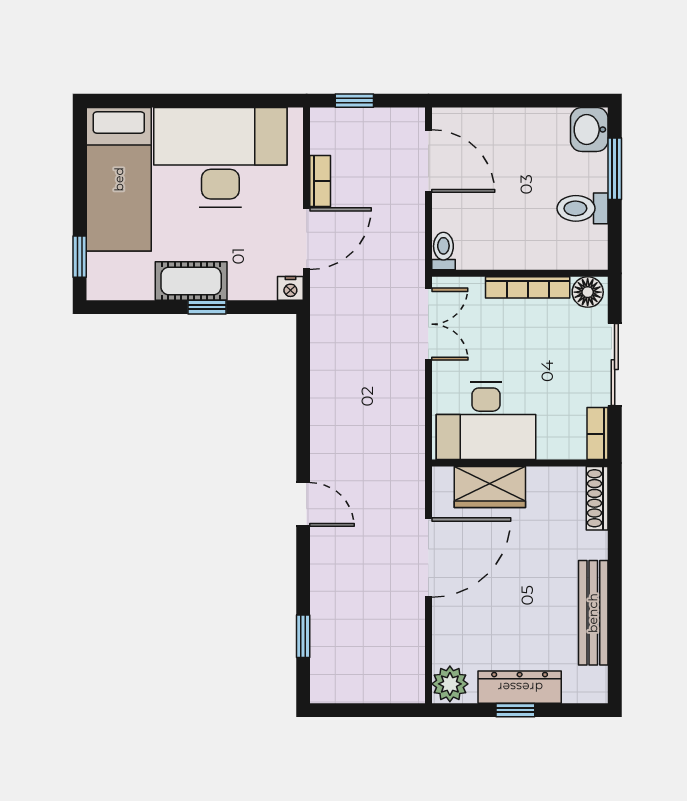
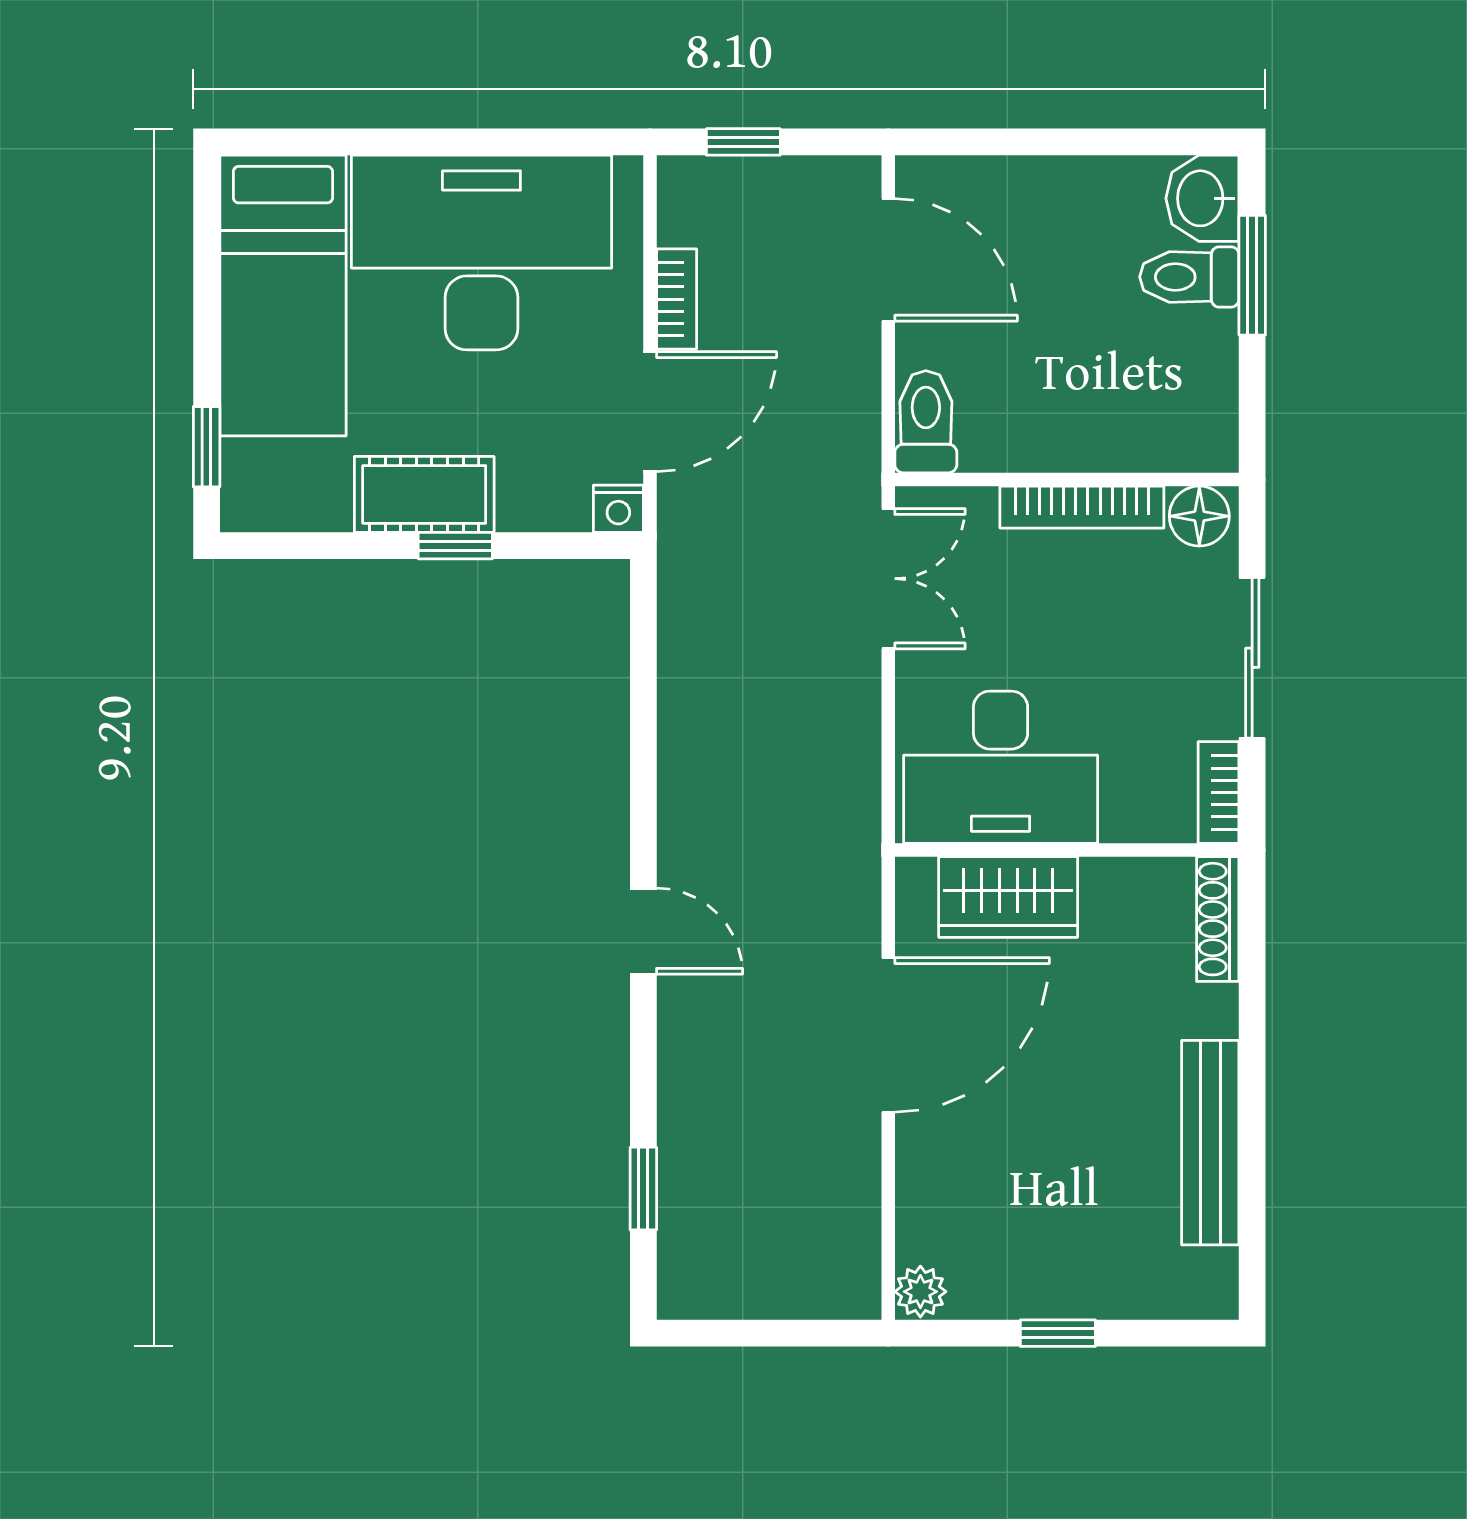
toilet: (583, 208) -> (1189, 277), moved
toilet: (443, 251) -> (926, 422), width x1.37, depth x1.39
plant: (450, 684) -> (920, 1292), width x0.73, depth x0.73
dresser: (520, 687) -> (1066, 1288), removed

